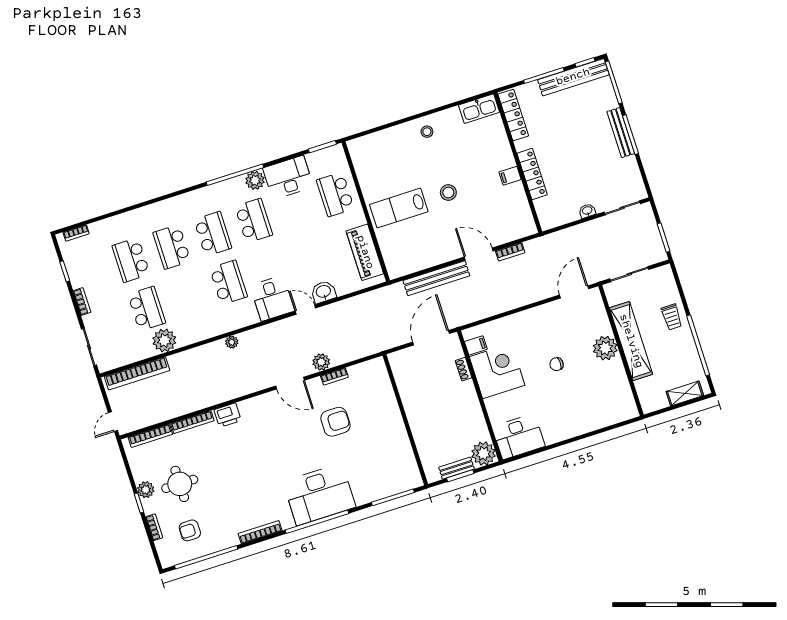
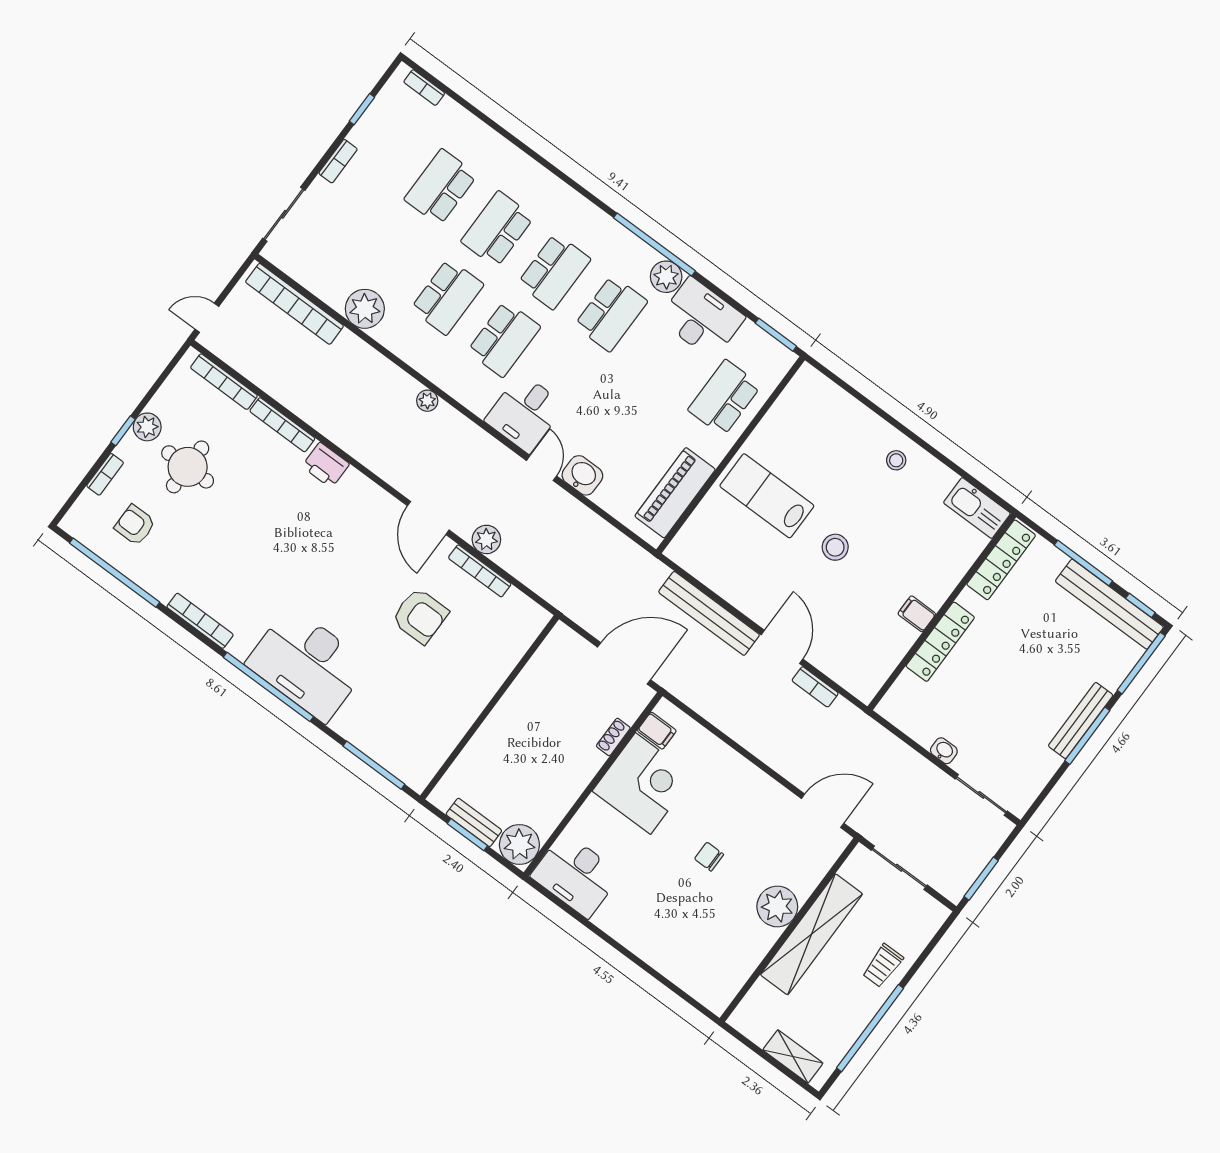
school desk: (147, 309) -> (447, 297), moved
bookcase: (334, 376) -> (480, 571), width x1.56

